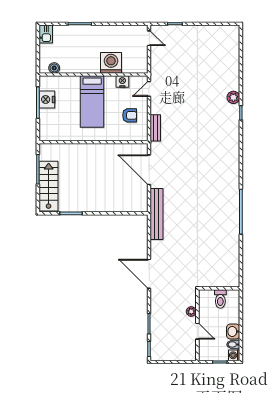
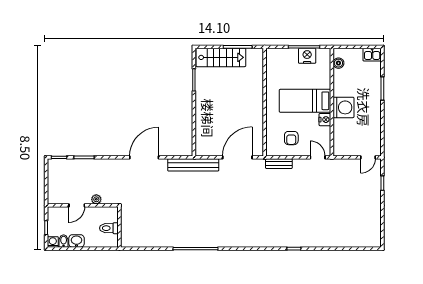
washing machine: (111, 63) -> (343, 107), moved
nightstand: (122, 82) -> (325, 120), moved
plant: (233, 97) -> (309, 241), removed
door: (149, 274) -> (144, 157), moved

